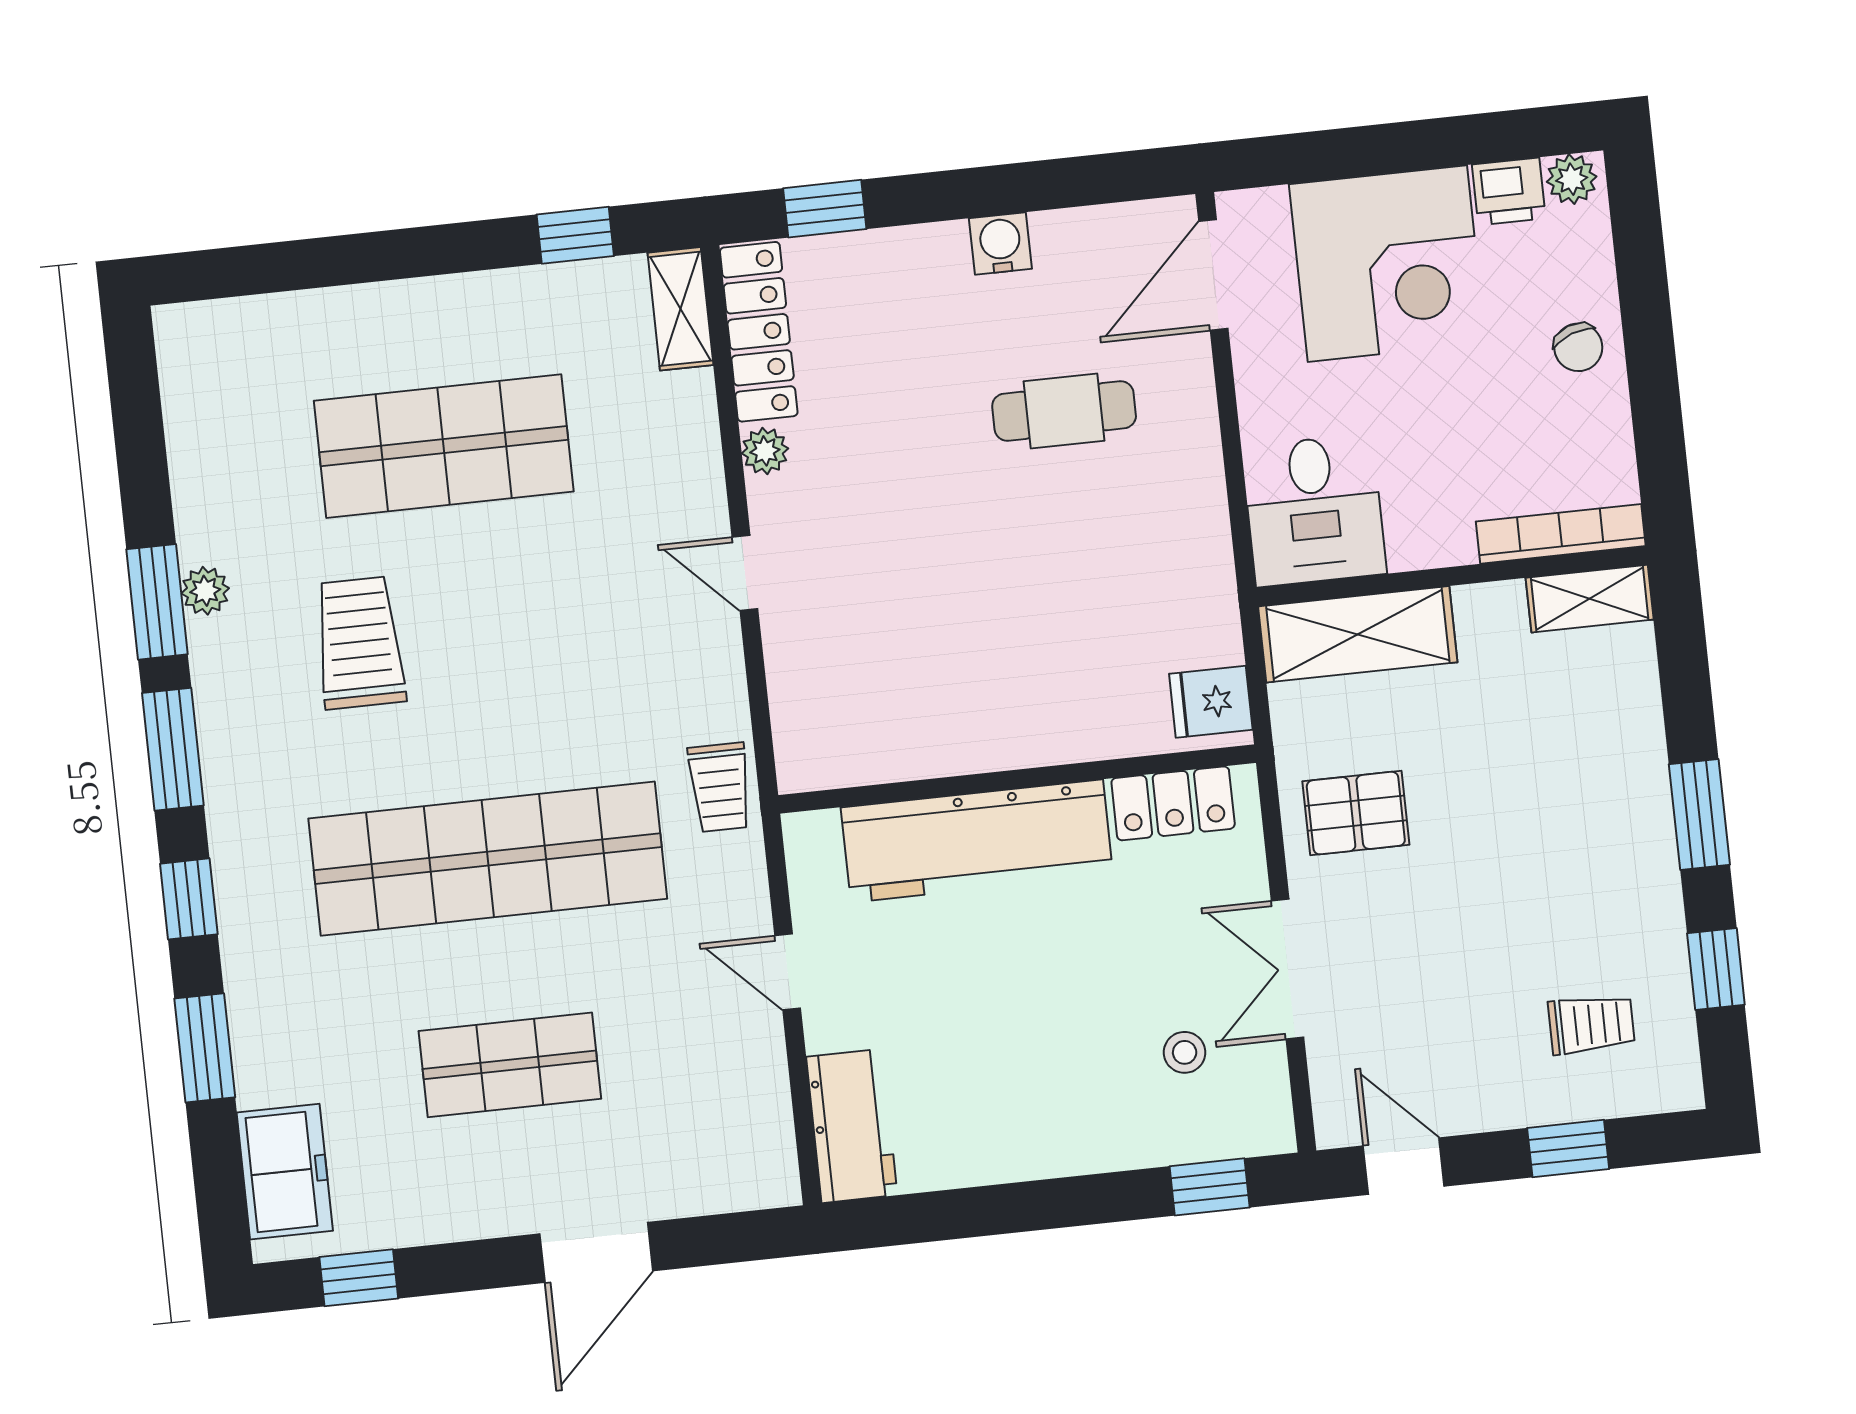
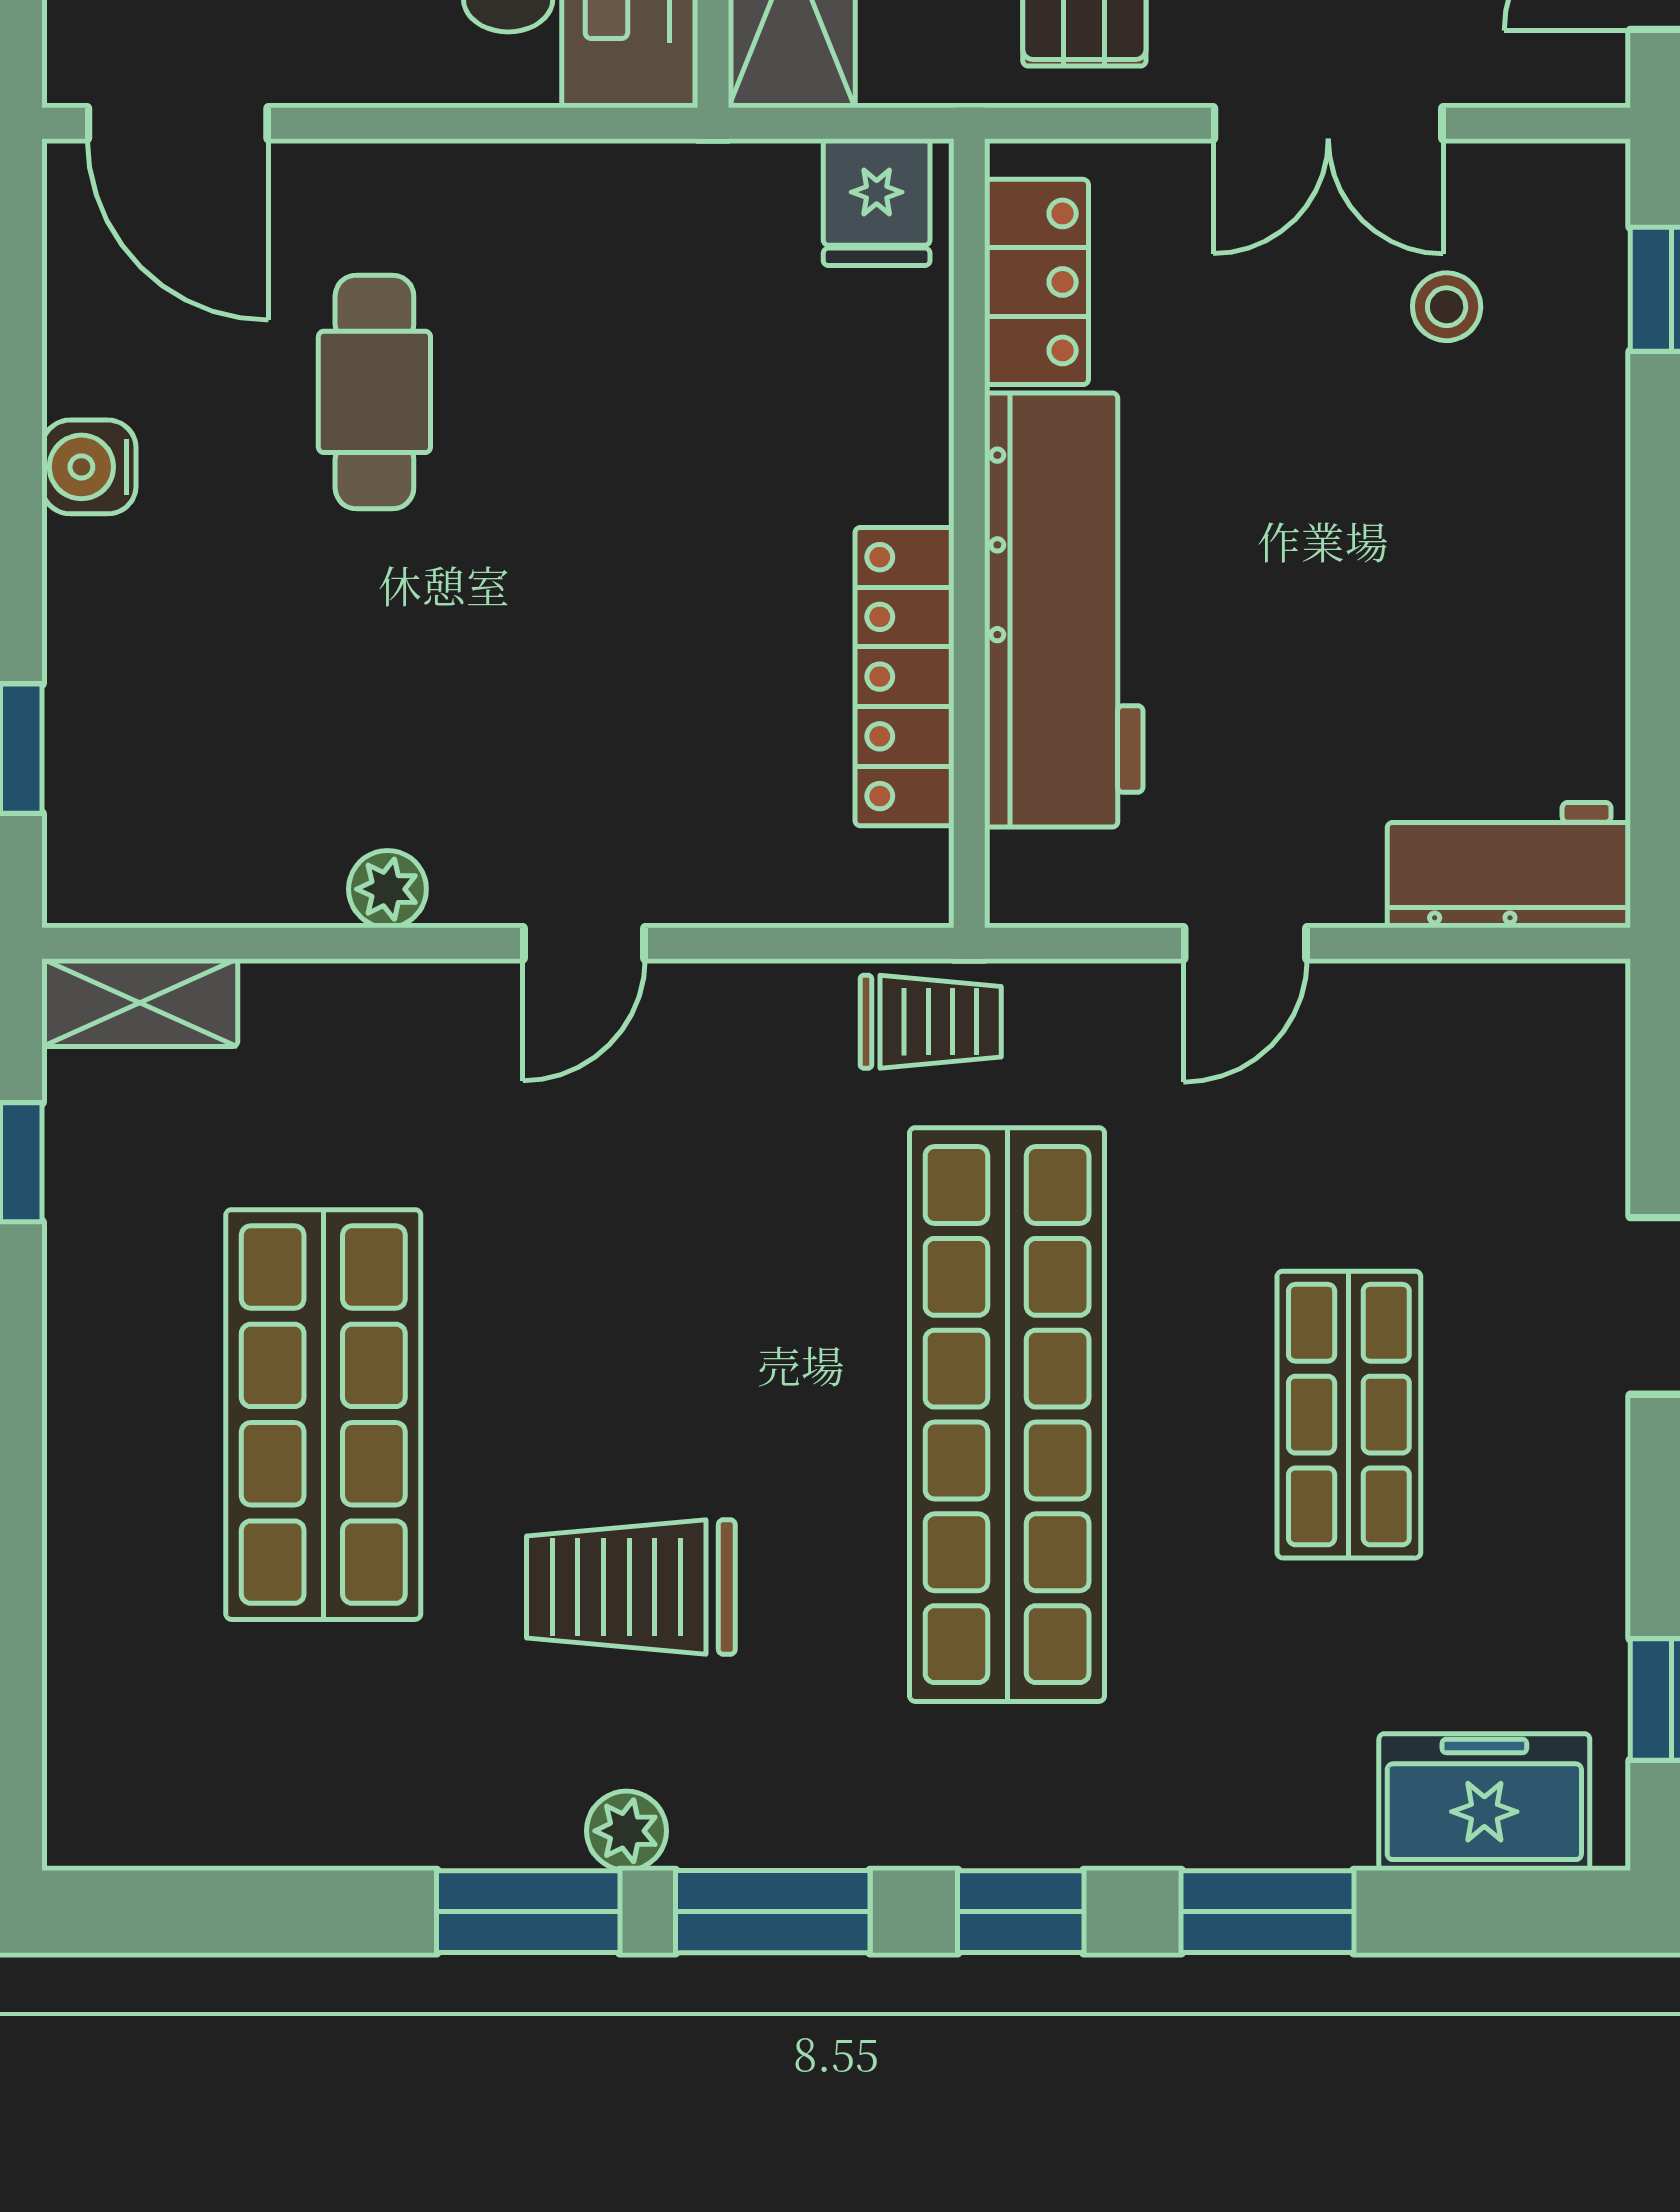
locker: (759, 332) -> (905, 677), moved, turned -90
plant: (205, 591) -> (626, 1831), moved

